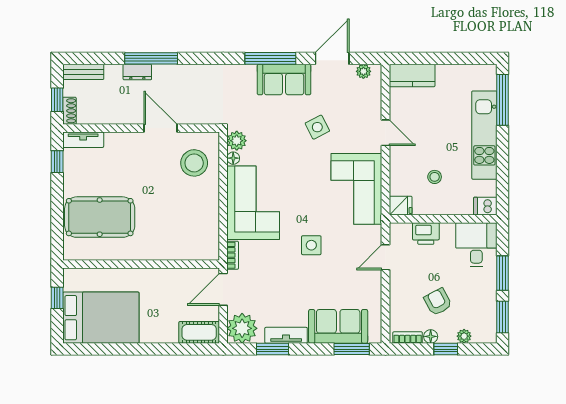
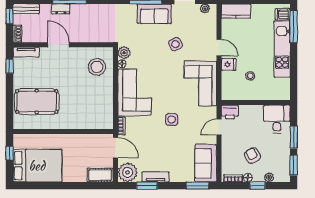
window: (57, 100) -> (10, 16), moved
door: (161, 128) -> (58, 45), moved
fridge: (401, 206) -> (229, 64), moved
dishwasher: (485, 206) -> (283, 14), moved
printer: (426, 233) -> (230, 112), moved
door: (223, 289) -> (115, 148), swing flipped
sofa: (338, 326) -> (206, 163), moved, turned -90

